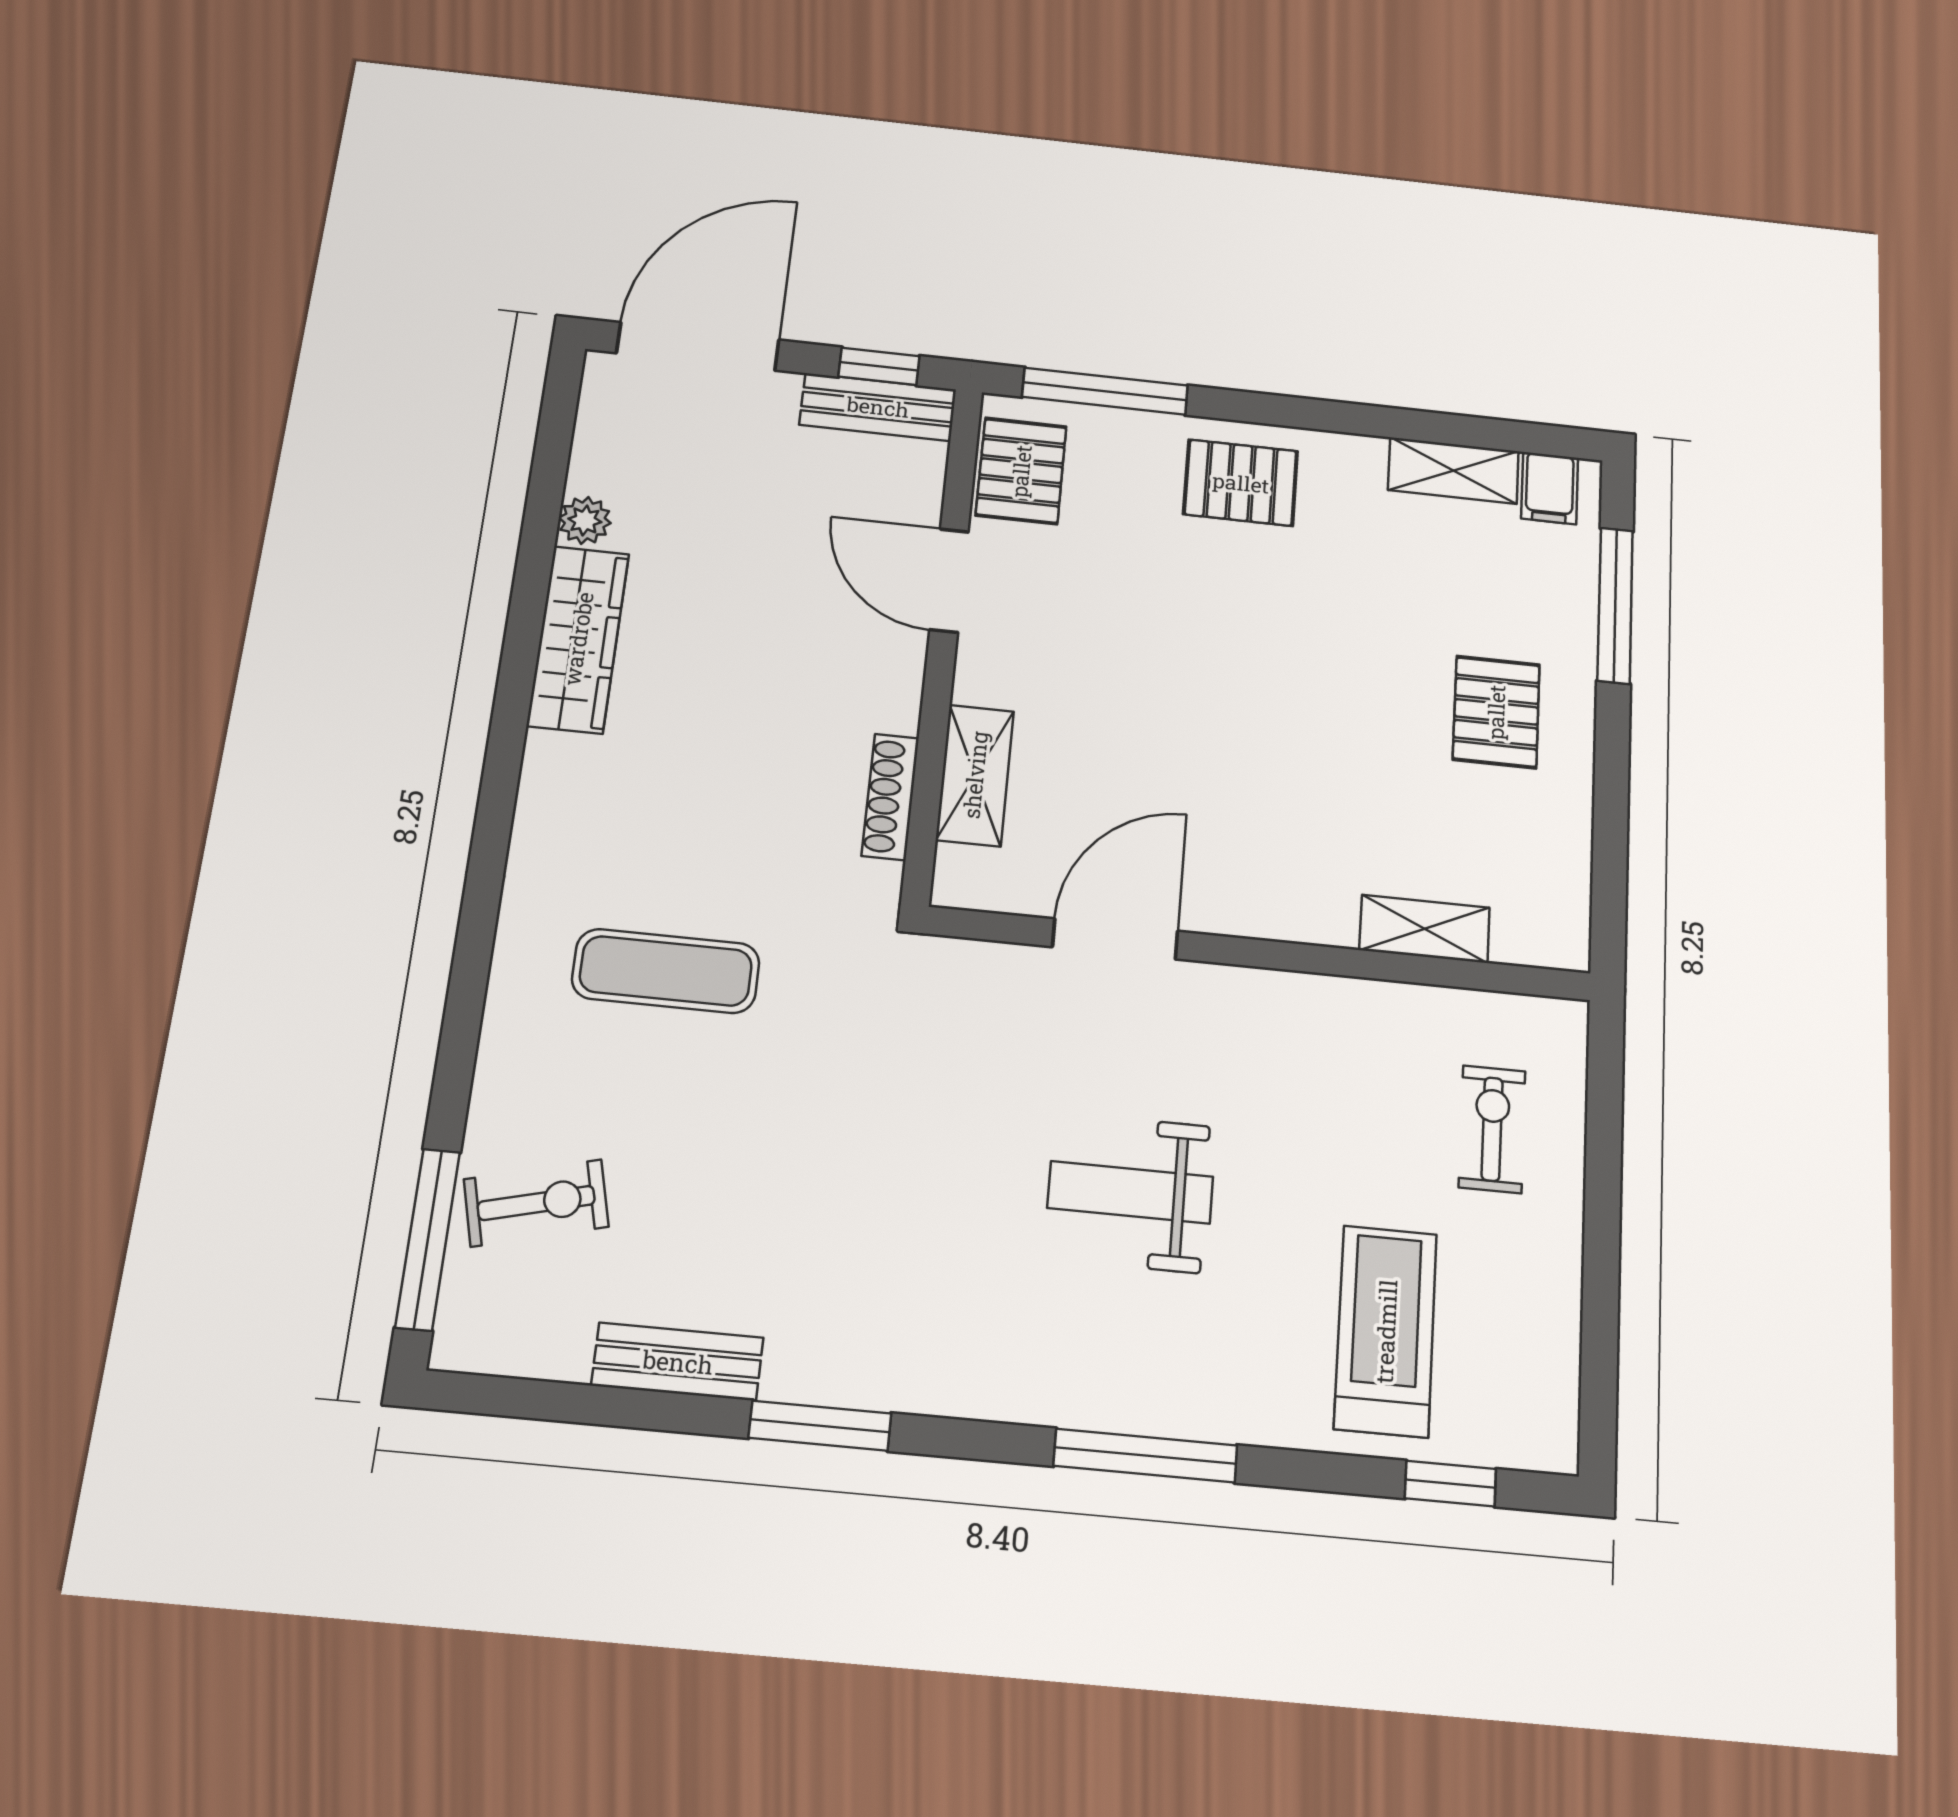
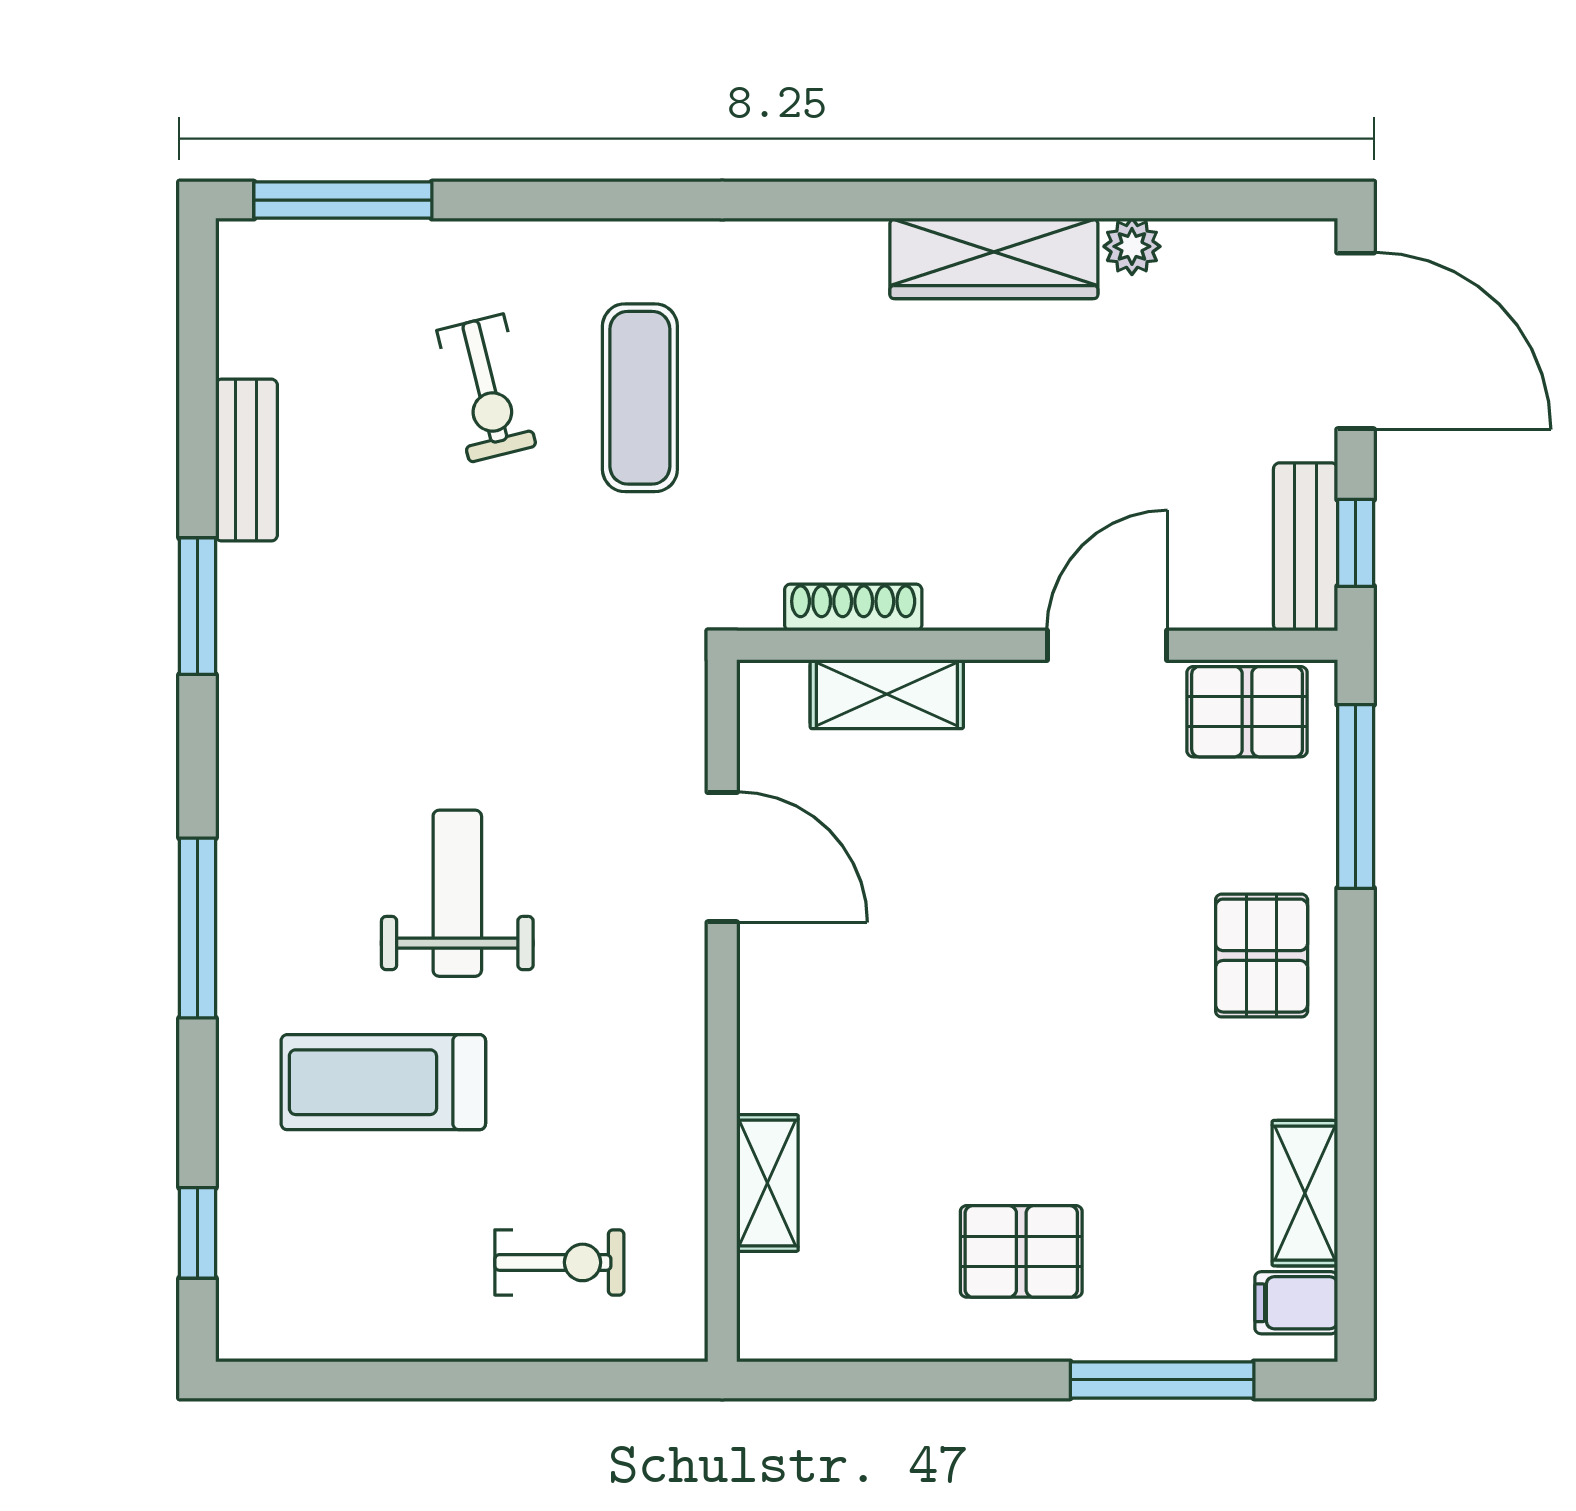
exercise bike: (536, 1203) -> (486, 388), moved
treadmill: (1386, 1331) -> (383, 1082), moved, turned 180

